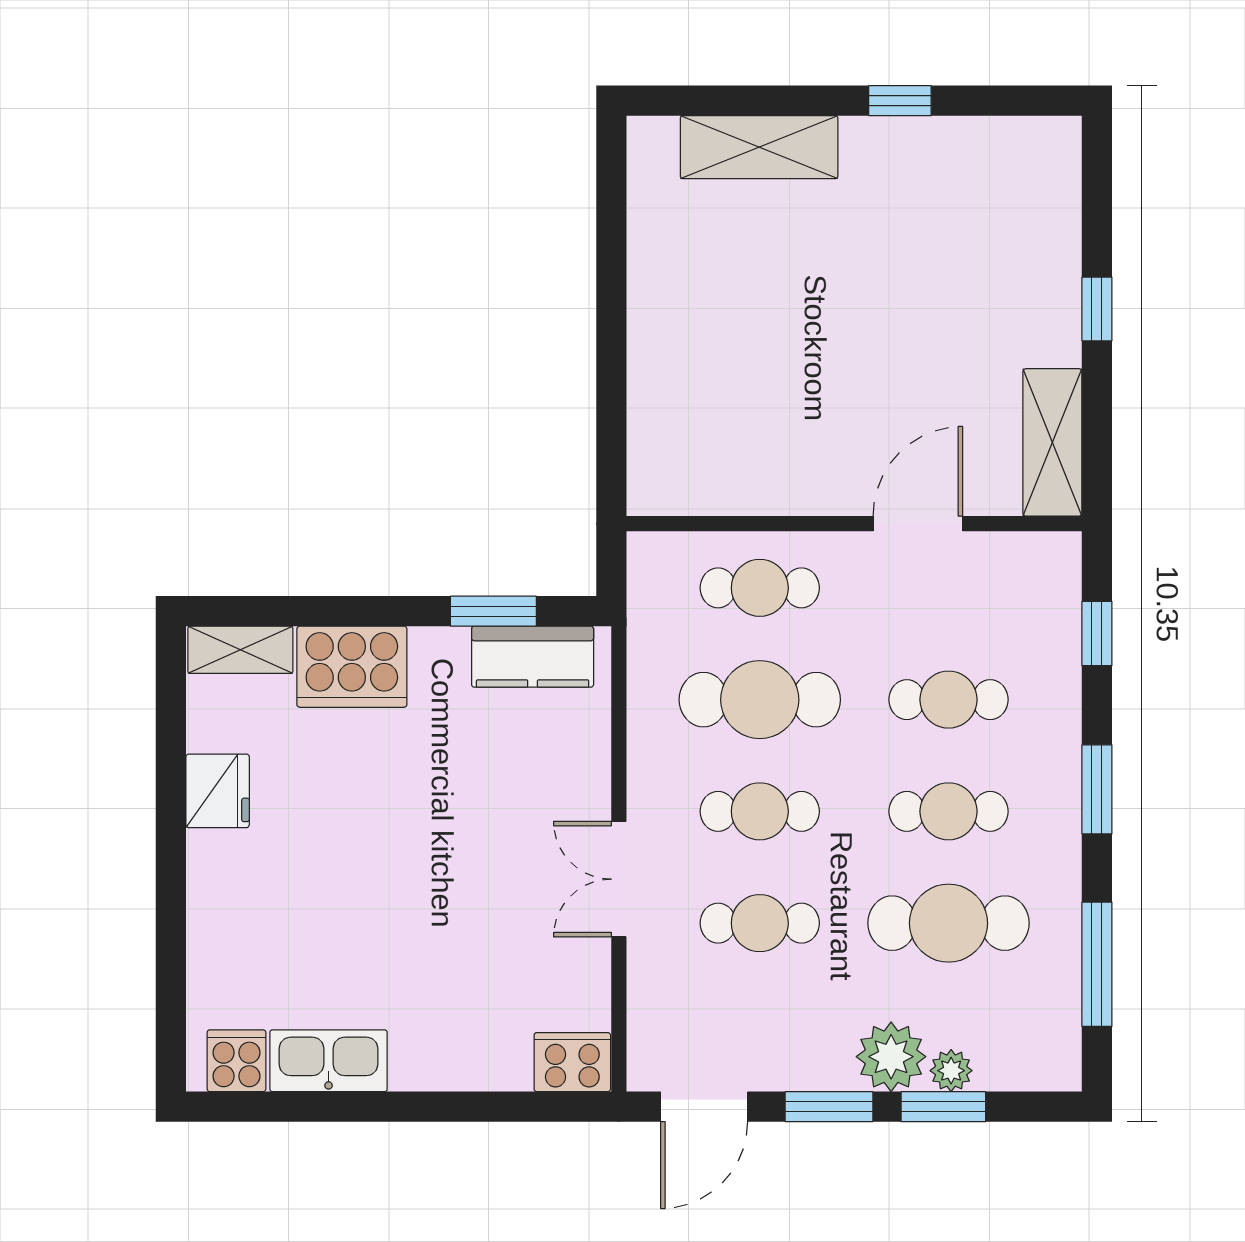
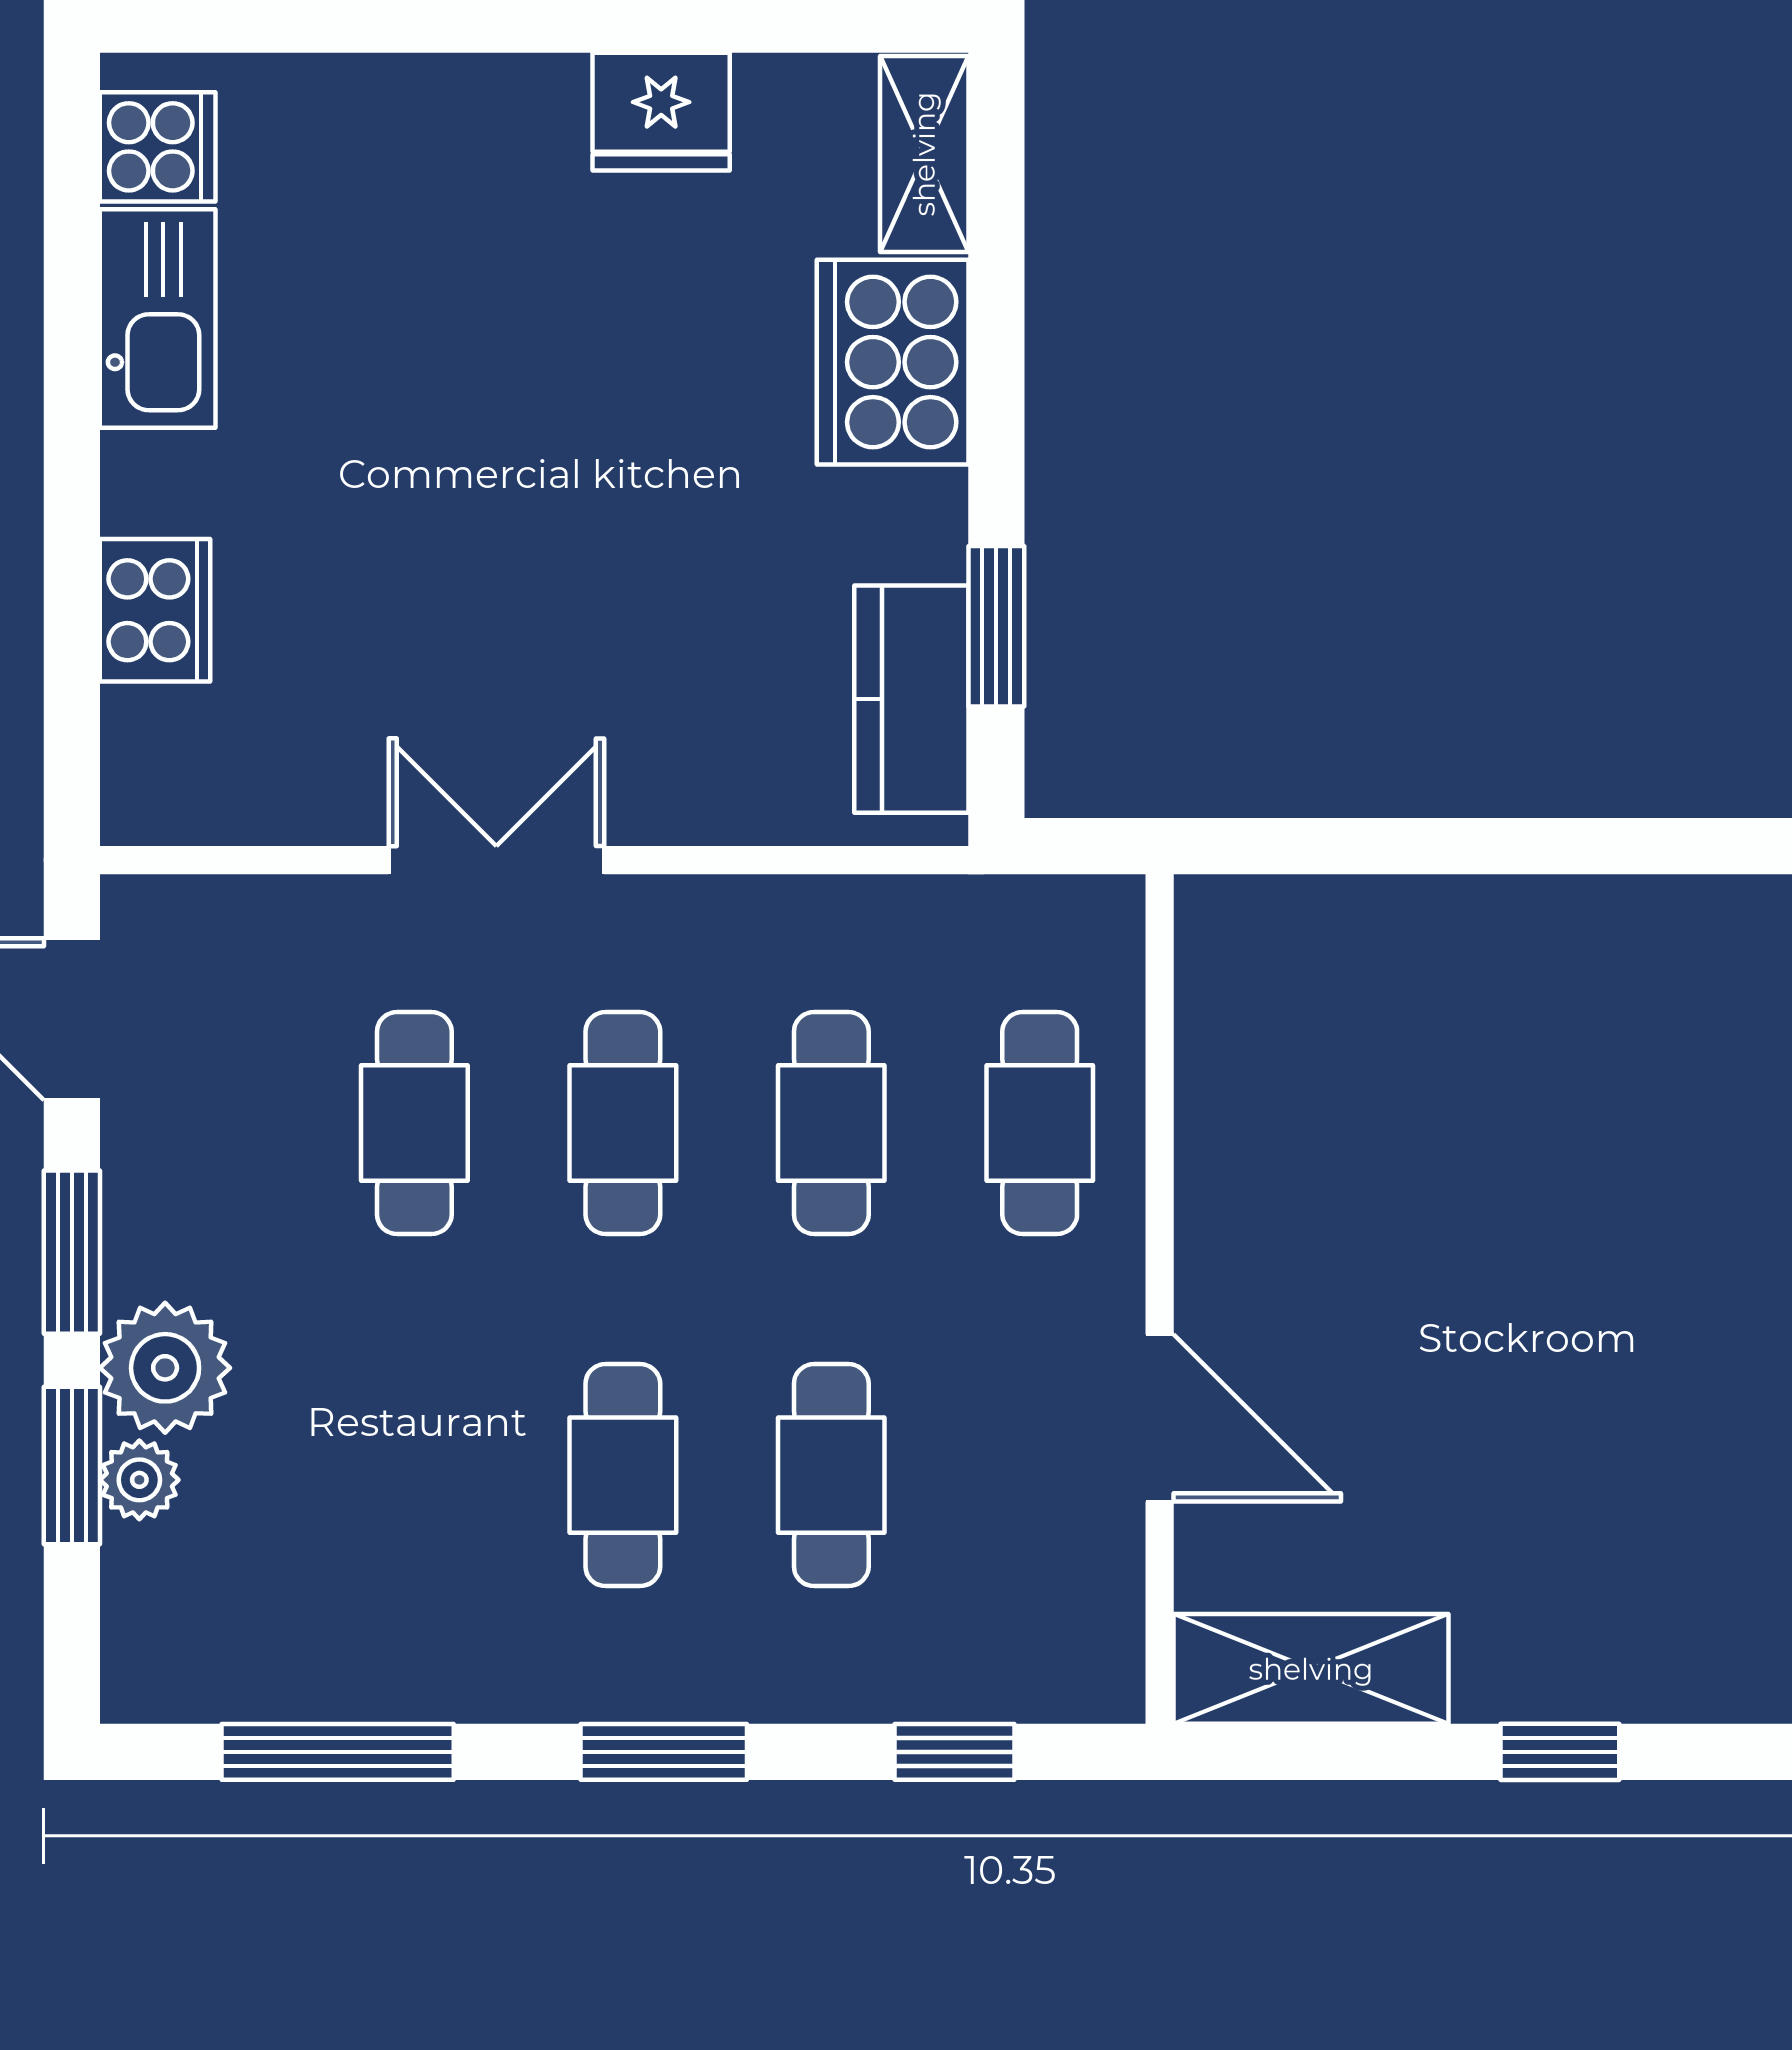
cafe table: (760, 700) -> (831, 1123), width x0.73, depth x0.74
cafe table: (949, 923) -> (414, 1475), removed
cooker: (572, 1062) -> (155, 610), moved

